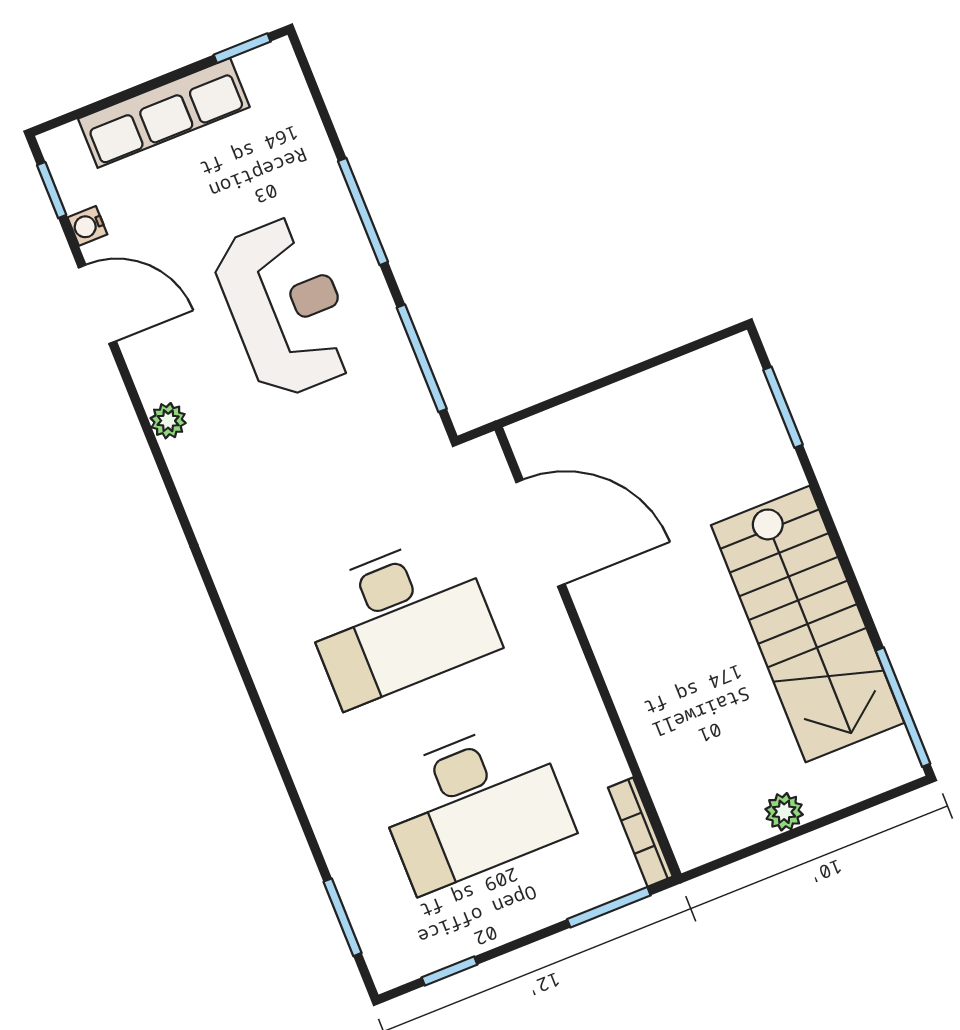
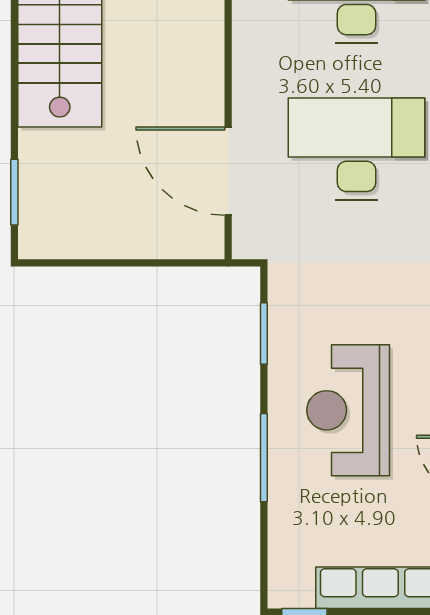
window: (422, 358) -> (264, 333), width x0.69

